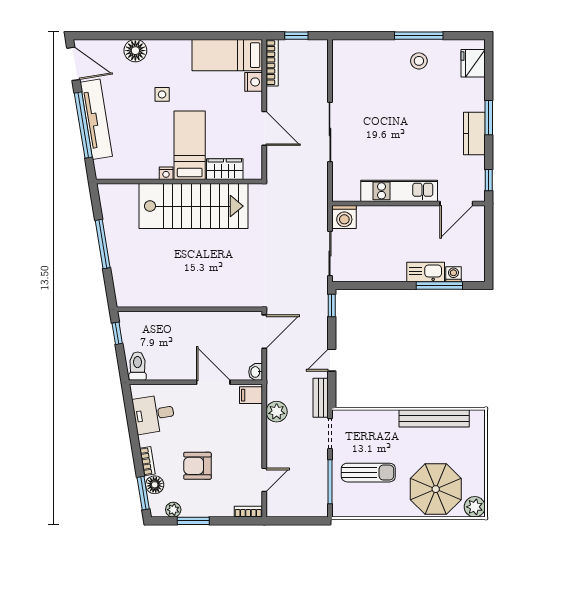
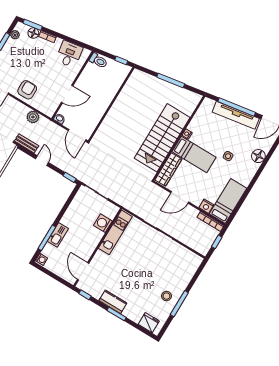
wardrobe: (225, 169) -> (168, 170), width x1.50
kitchen unit: (399, 191) -> (115, 232), moved
washing machine: (344, 217) -> (103, 223), moved
washing machine: (453, 274) -> (41, 259), moved
filing cabinet: (251, 395) -> (49, 109), removed
armchair: (197, 466) -> (27, 90), moved

